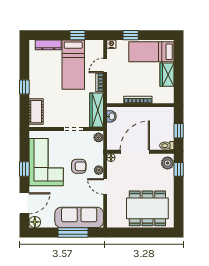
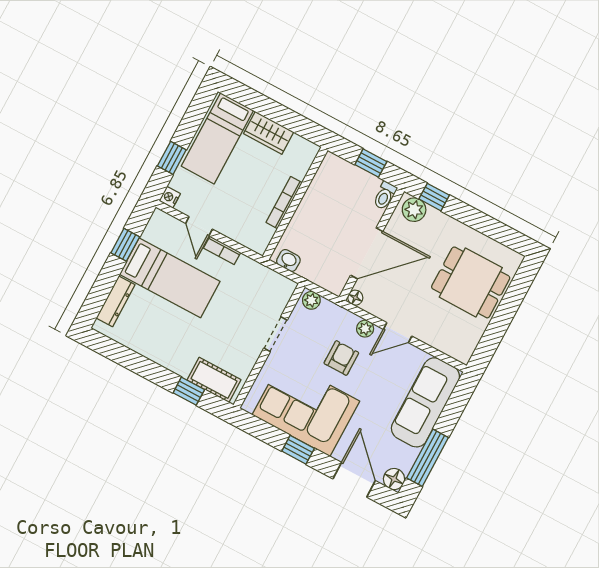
window: (24, 87) -> (189, 391), moved
wardrobe: (97, 110) -> (265, 279), removed
door: (135, 152) -> (367, 253), swing flipped
dining table: (147, 208) -> (471, 282), width x0.73
window: (73, 232) -> (428, 458), moved

